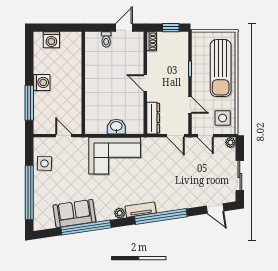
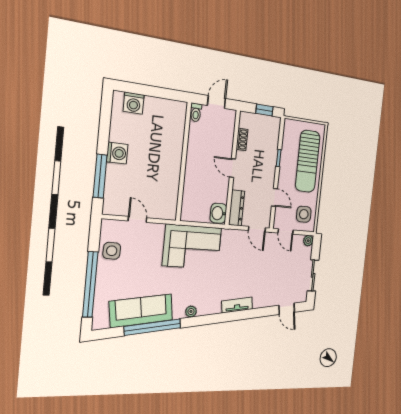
shoe rack: (152, 41) -> (242, 139), moved
wall: (83, 83) -> (184, 162), moved
washbasin: (116, 127) -> (218, 213), moved, turned -90
tv unit: (141, 210) -> (237, 305), moved
sofa: (74, 213) -> (141, 311), width x1.36
window: (161, 216) -> (233, 316), removed

